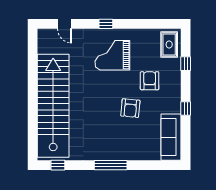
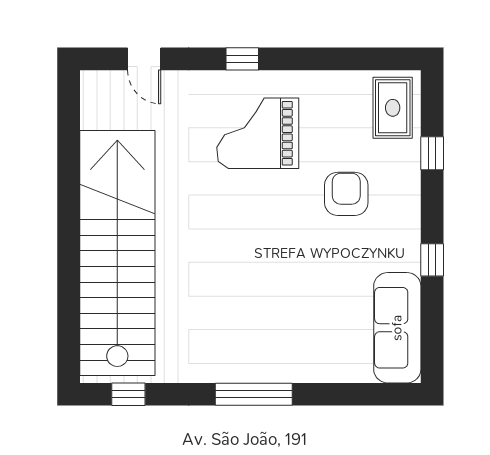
armchair: (130, 108) -> (301, 259), removed

